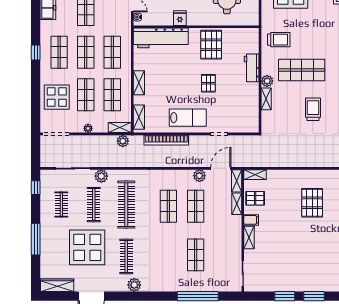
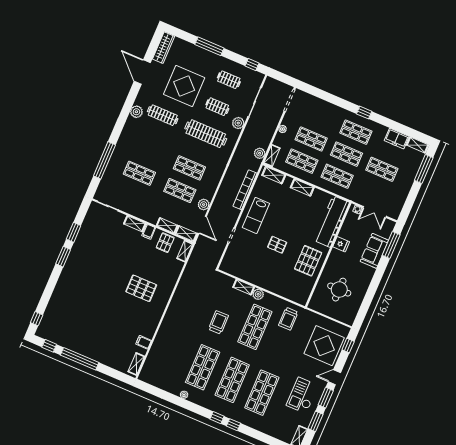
pallet: (211, 45) -> (308, 261), turned 90
workbench: (252, 68) -> (274, 286), removed
display table: (57, 97) -> (320, 114), removed
trolley: (313, 109) -> (218, 322), turned -91
clothes rail: (94, 205) -> (217, 107), width x0.73

